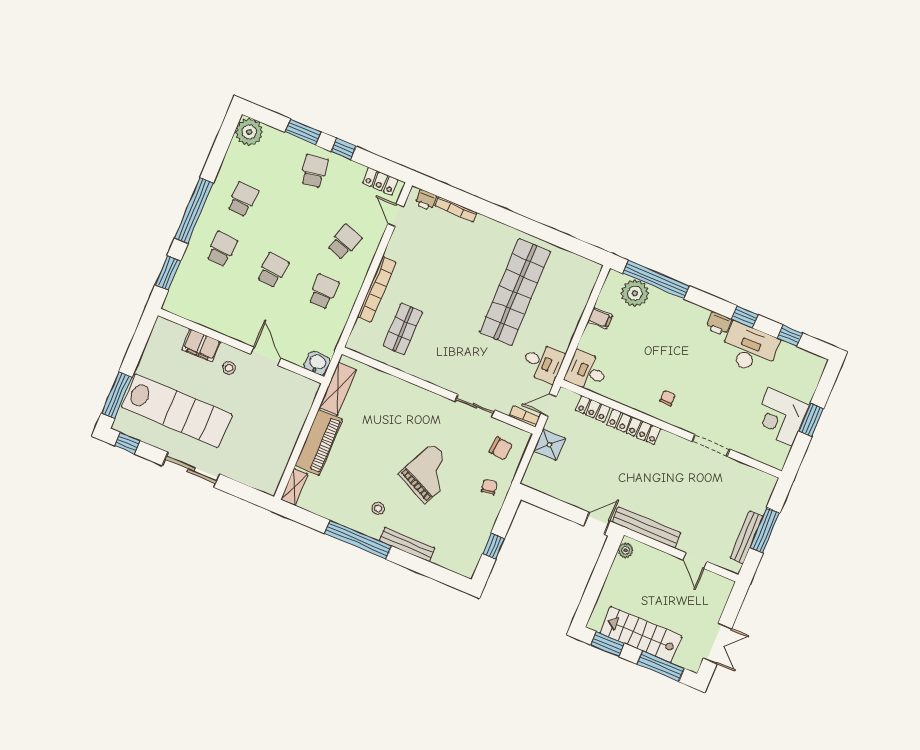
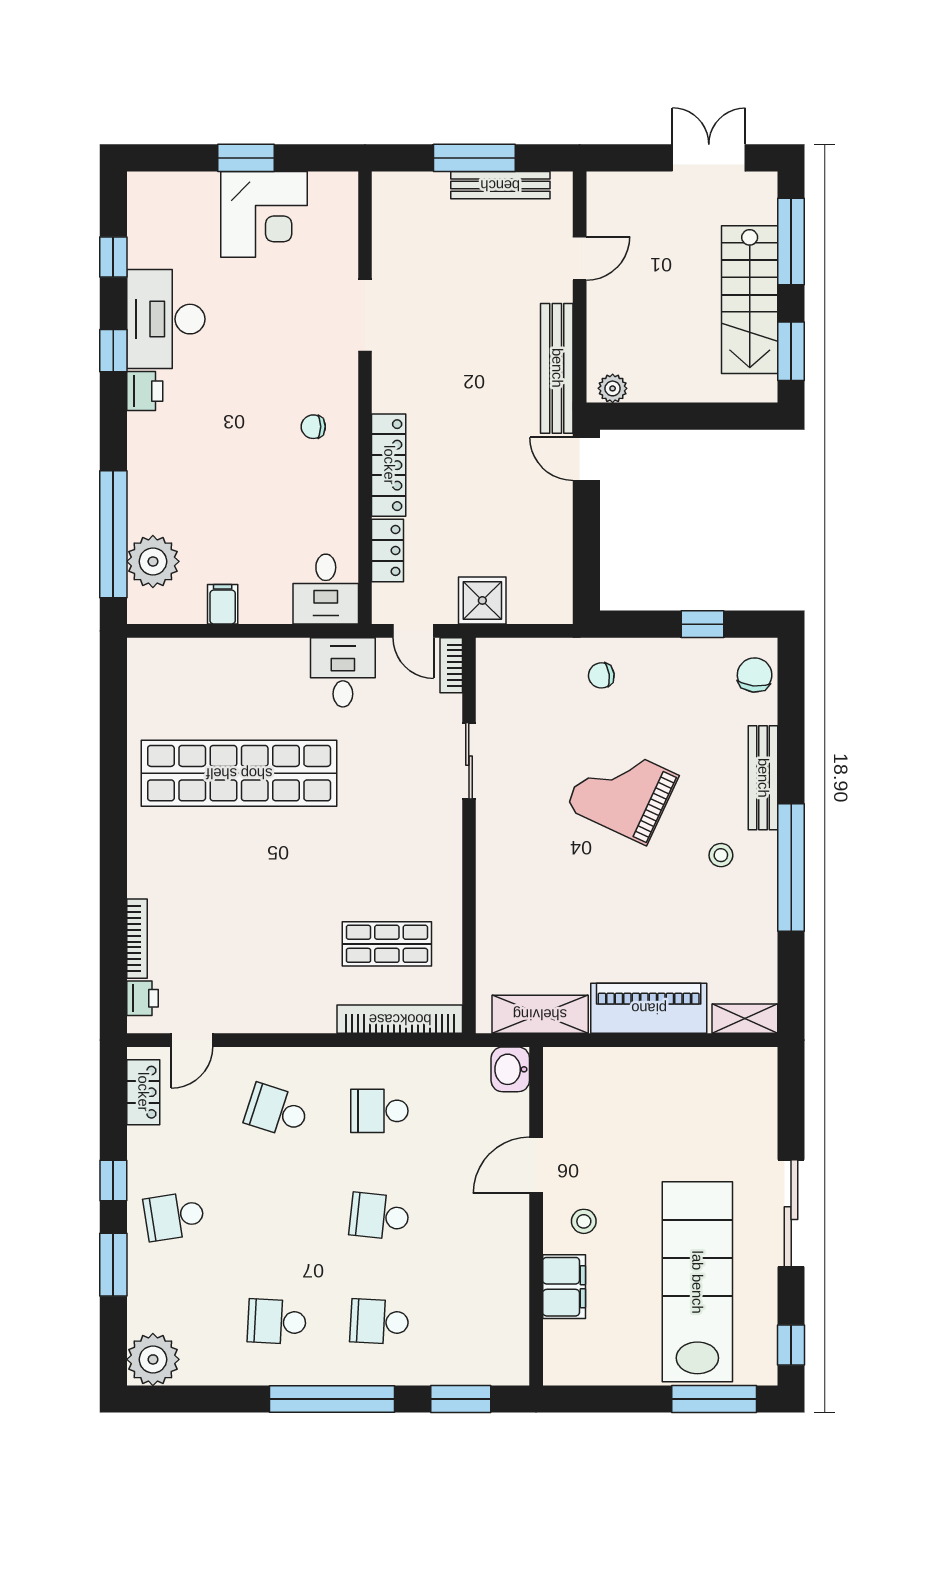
bookcase: (377, 289) -> (400, 1019), moved
chair: (501, 449) -> (755, 675), moved

